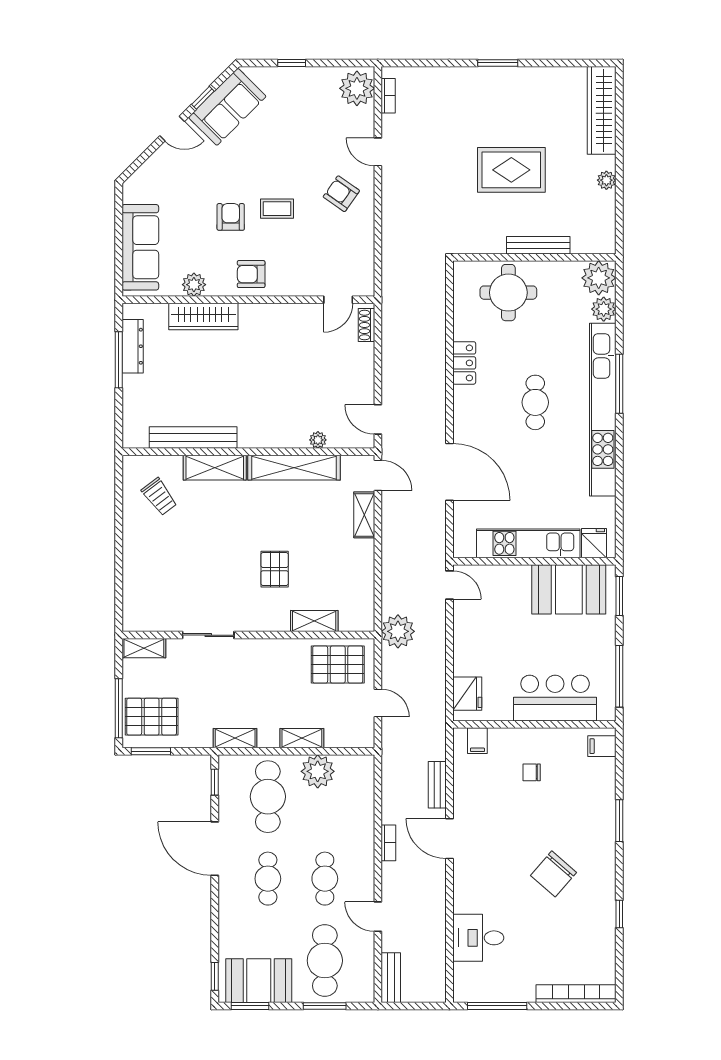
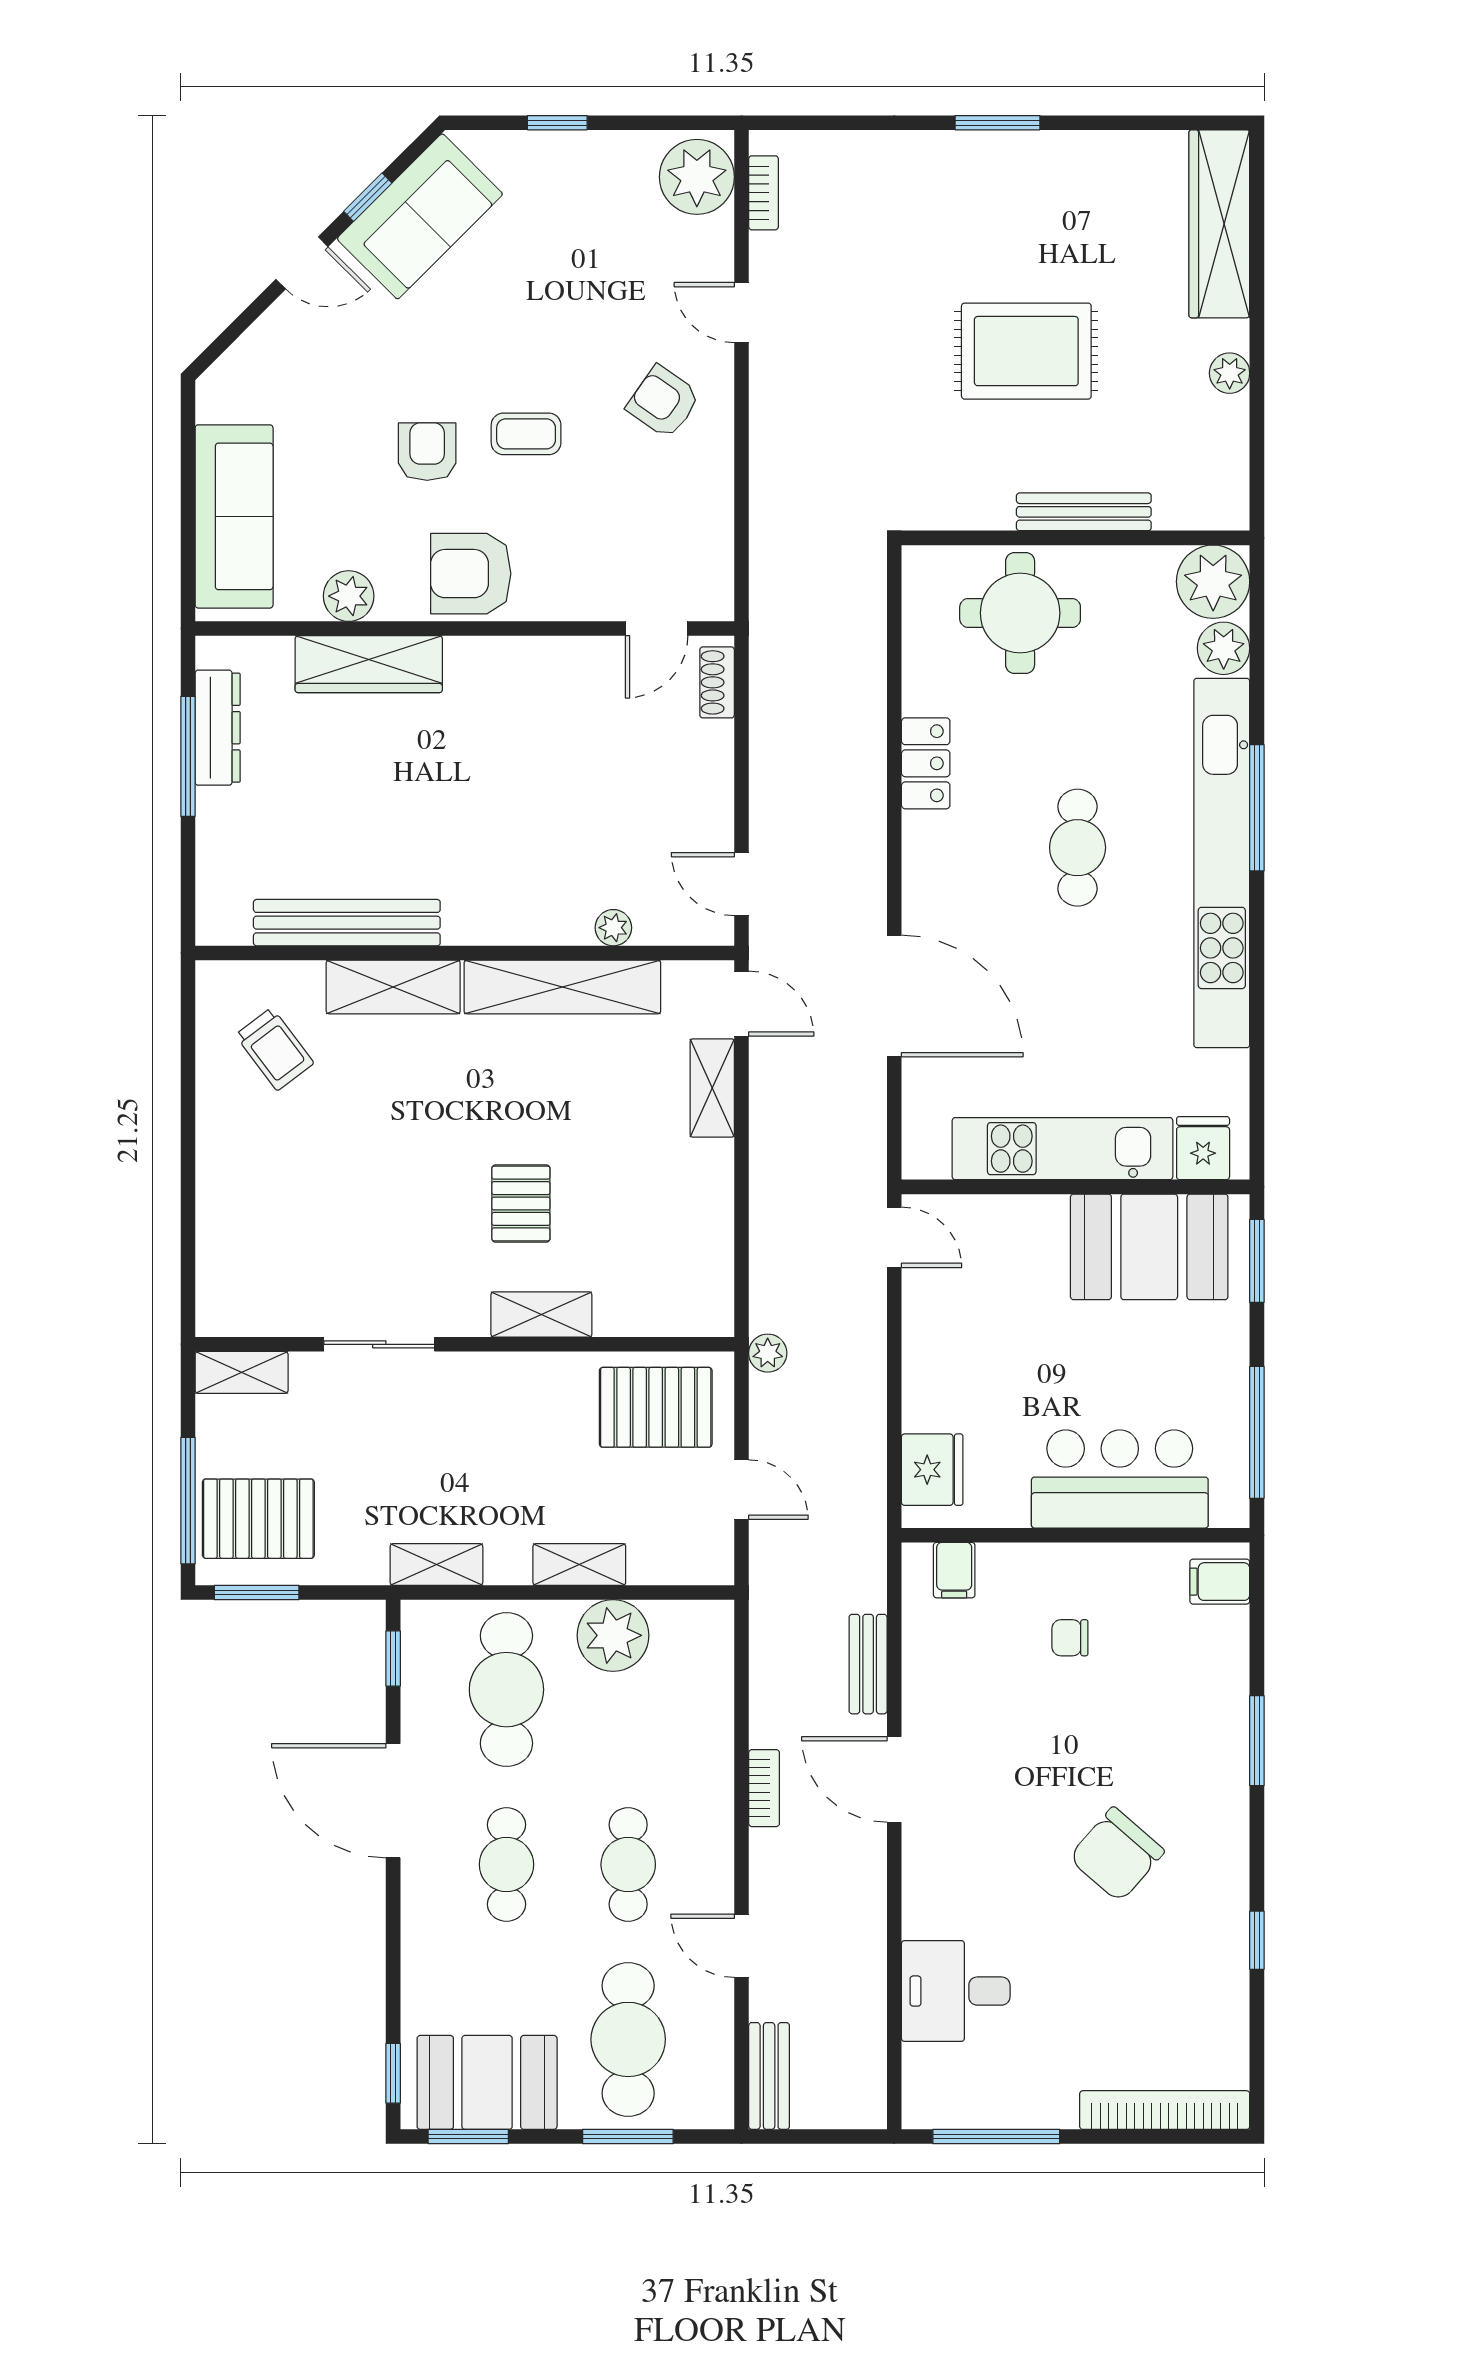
armchair: (251, 274) -> (471, 574), width x1.38, depth x1.38
shelving: (314, 621) -> (541, 1314), moved
plant: (398, 631) -> (768, 1353), width x0.53, depth x0.53

